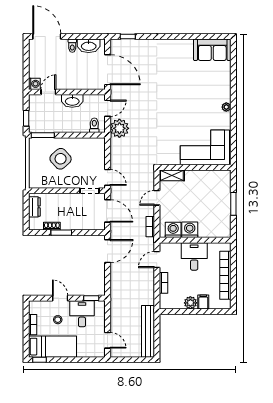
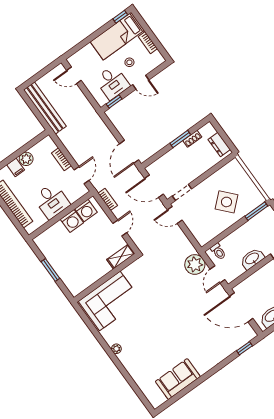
sofa: (212, 50) -> (178, 379), moved

